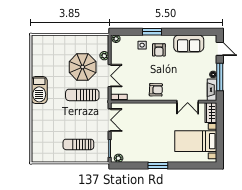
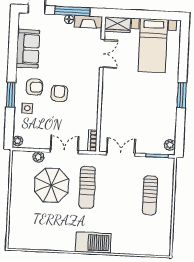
barbecue: (39, 90) -> (93, 243), moved
armchair: (156, 90) -> (59, 93), moved

